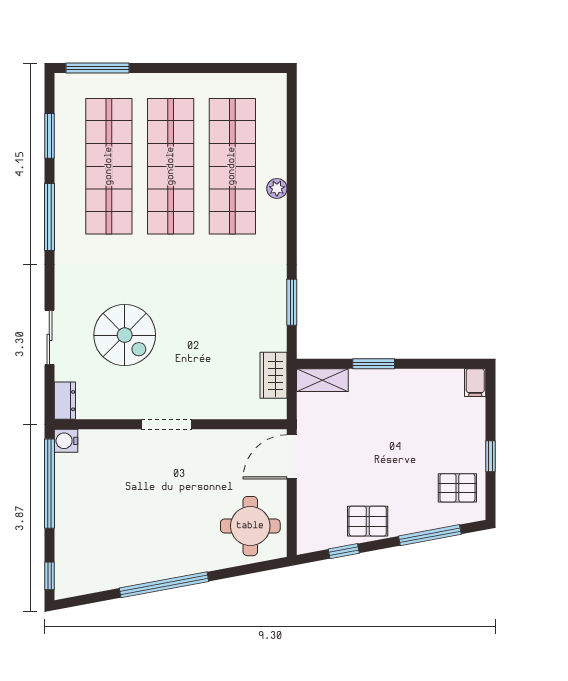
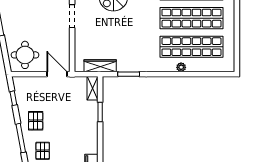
wardrobe: (274, 375) -> (100, 66), width x1.50
pallet: (368, 521) -> (36, 121), moved

